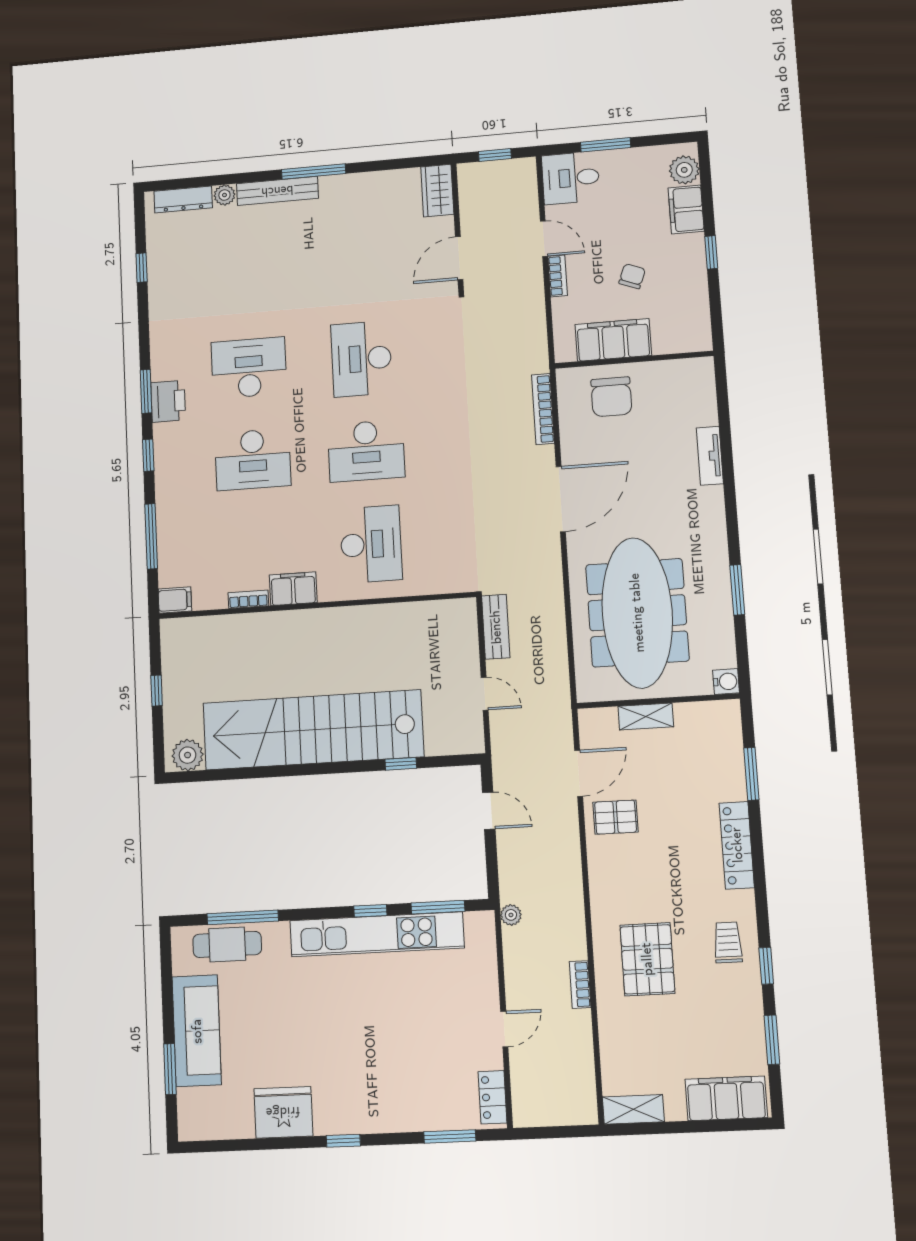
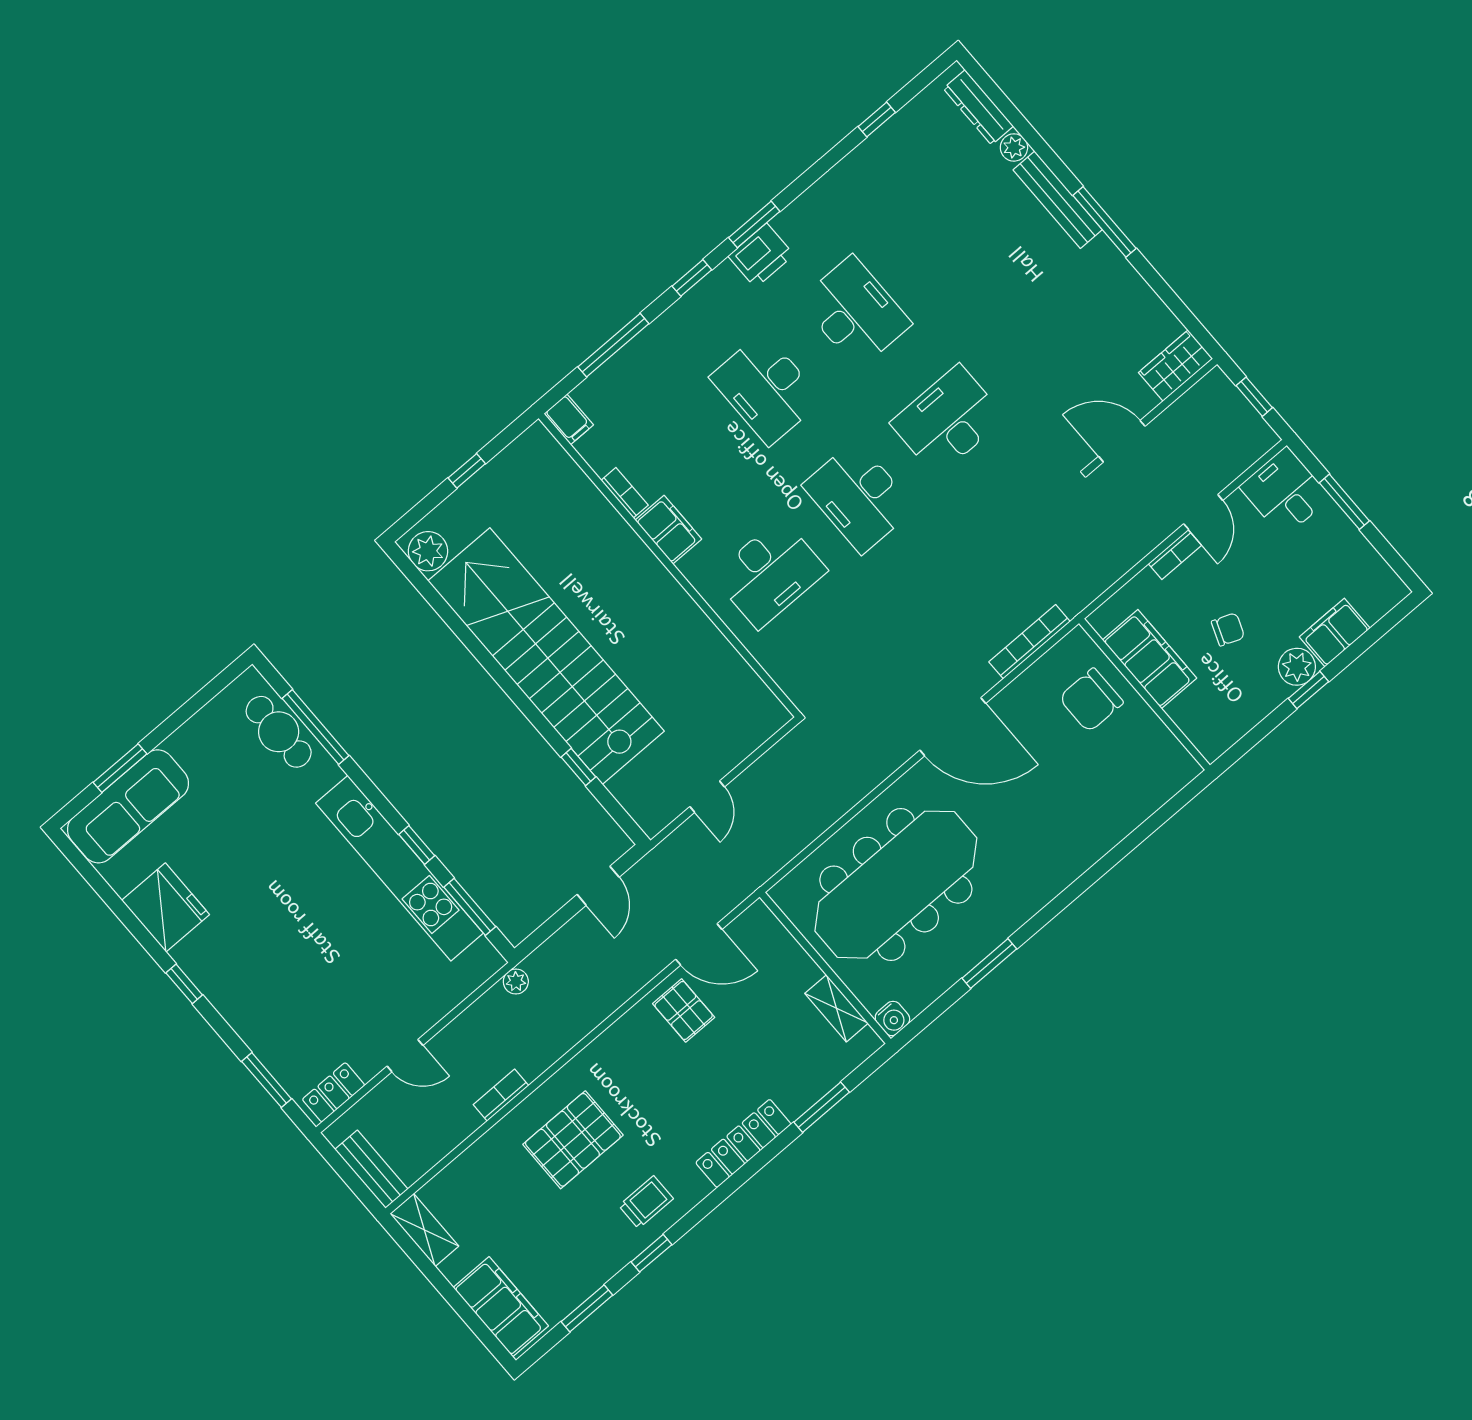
plant: (684, 170) -> (1297, 667), moved
tv unit: (710, 456) -> (1102, 840), removed
bench: (496, 627) -> (371, 1169), moved, turned 90
shelving: (646, 716) -> (836, 1008), moved
sofa: (197, 1031) -> (128, 806), moved

